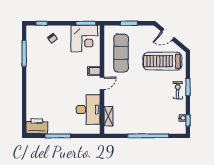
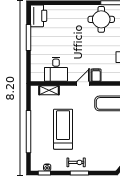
treadmill: (162, 61) -> (63, 129), moved
round table: (40, 66) -> (101, 19), added
door: (102, 83) -> (83, 84), swing flipped
desk: (88, 110) -> (56, 69), width x0.73

